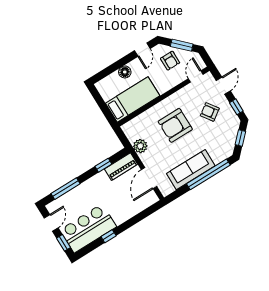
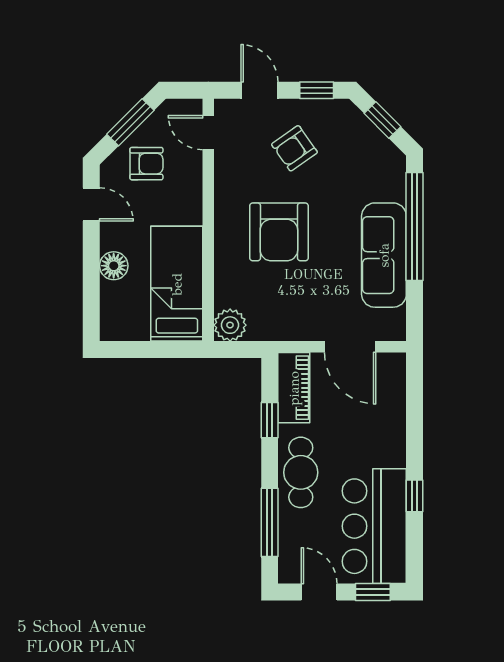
plant: (140, 146) -> (230, 325), moved
cafe table: (91, 189) -> (301, 472), added

